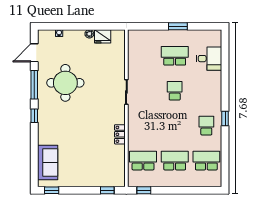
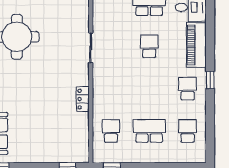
piano: (214, 90) -> (196, 45), added
school desk: (143, 161) -> (111, 131), width x0.54
school desk: (206, 161) -> (188, 131), width x0.54

